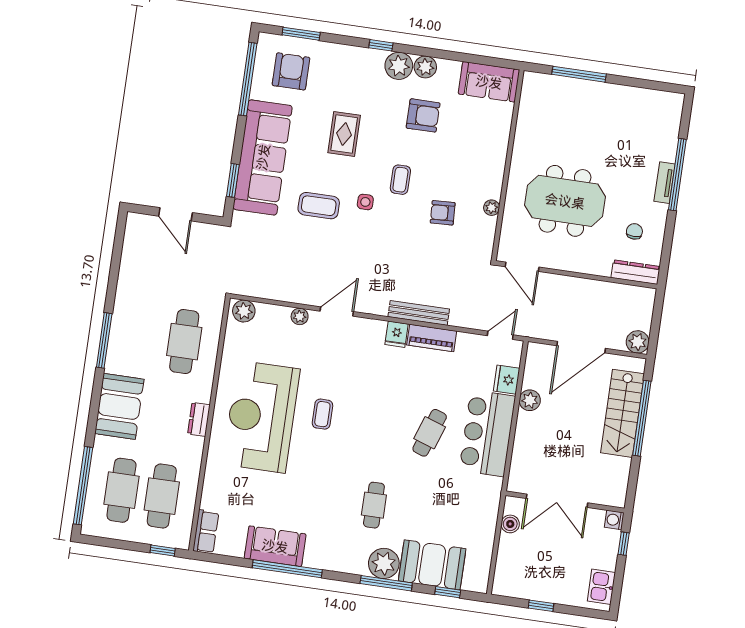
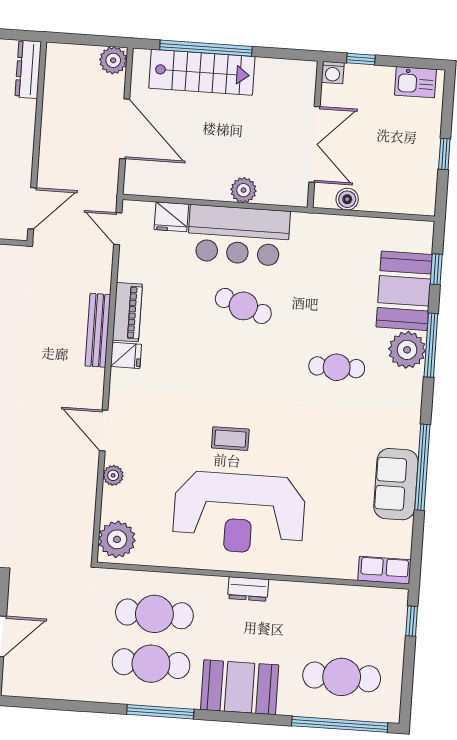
plant: (244, 311) -> (117, 539), width x1.36, depth x1.36
plant: (530, 400) -> (244, 190), moved
cafe table: (162, 496) -> (151, 664), moved

